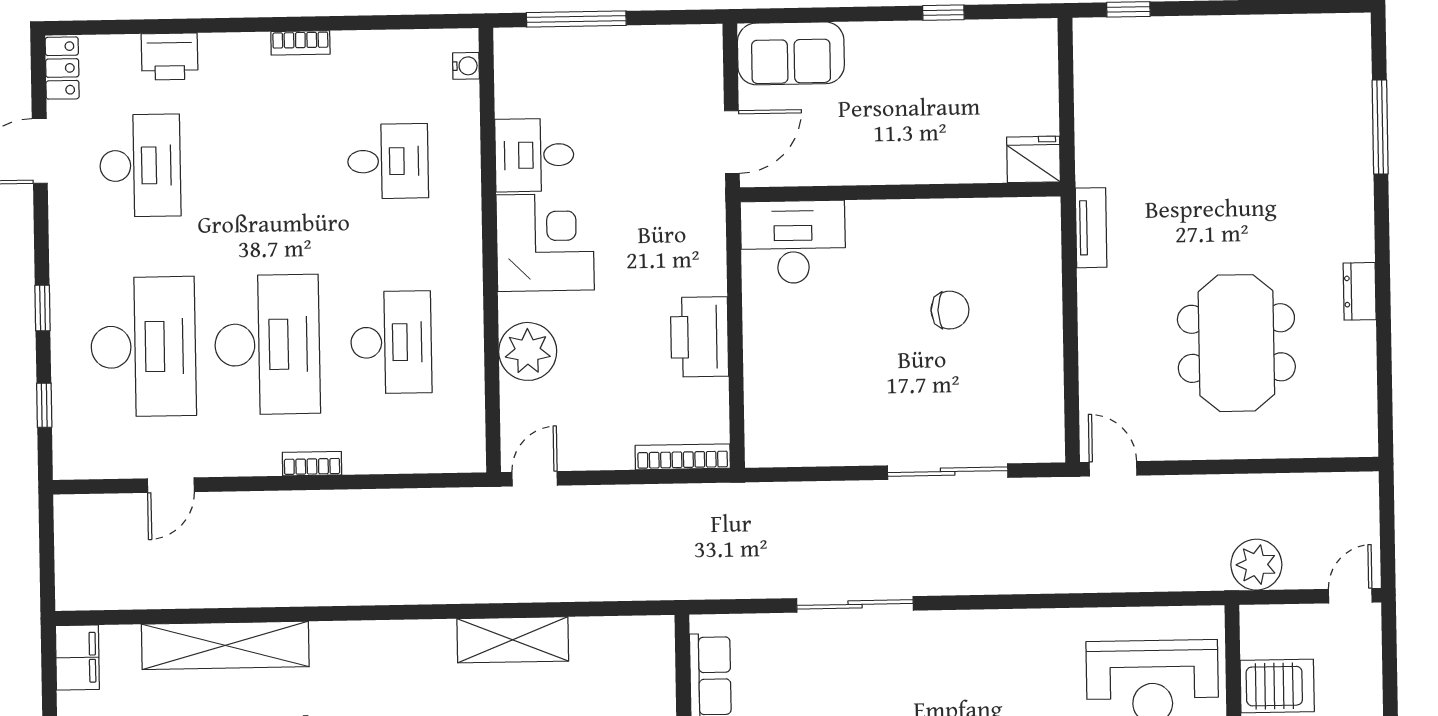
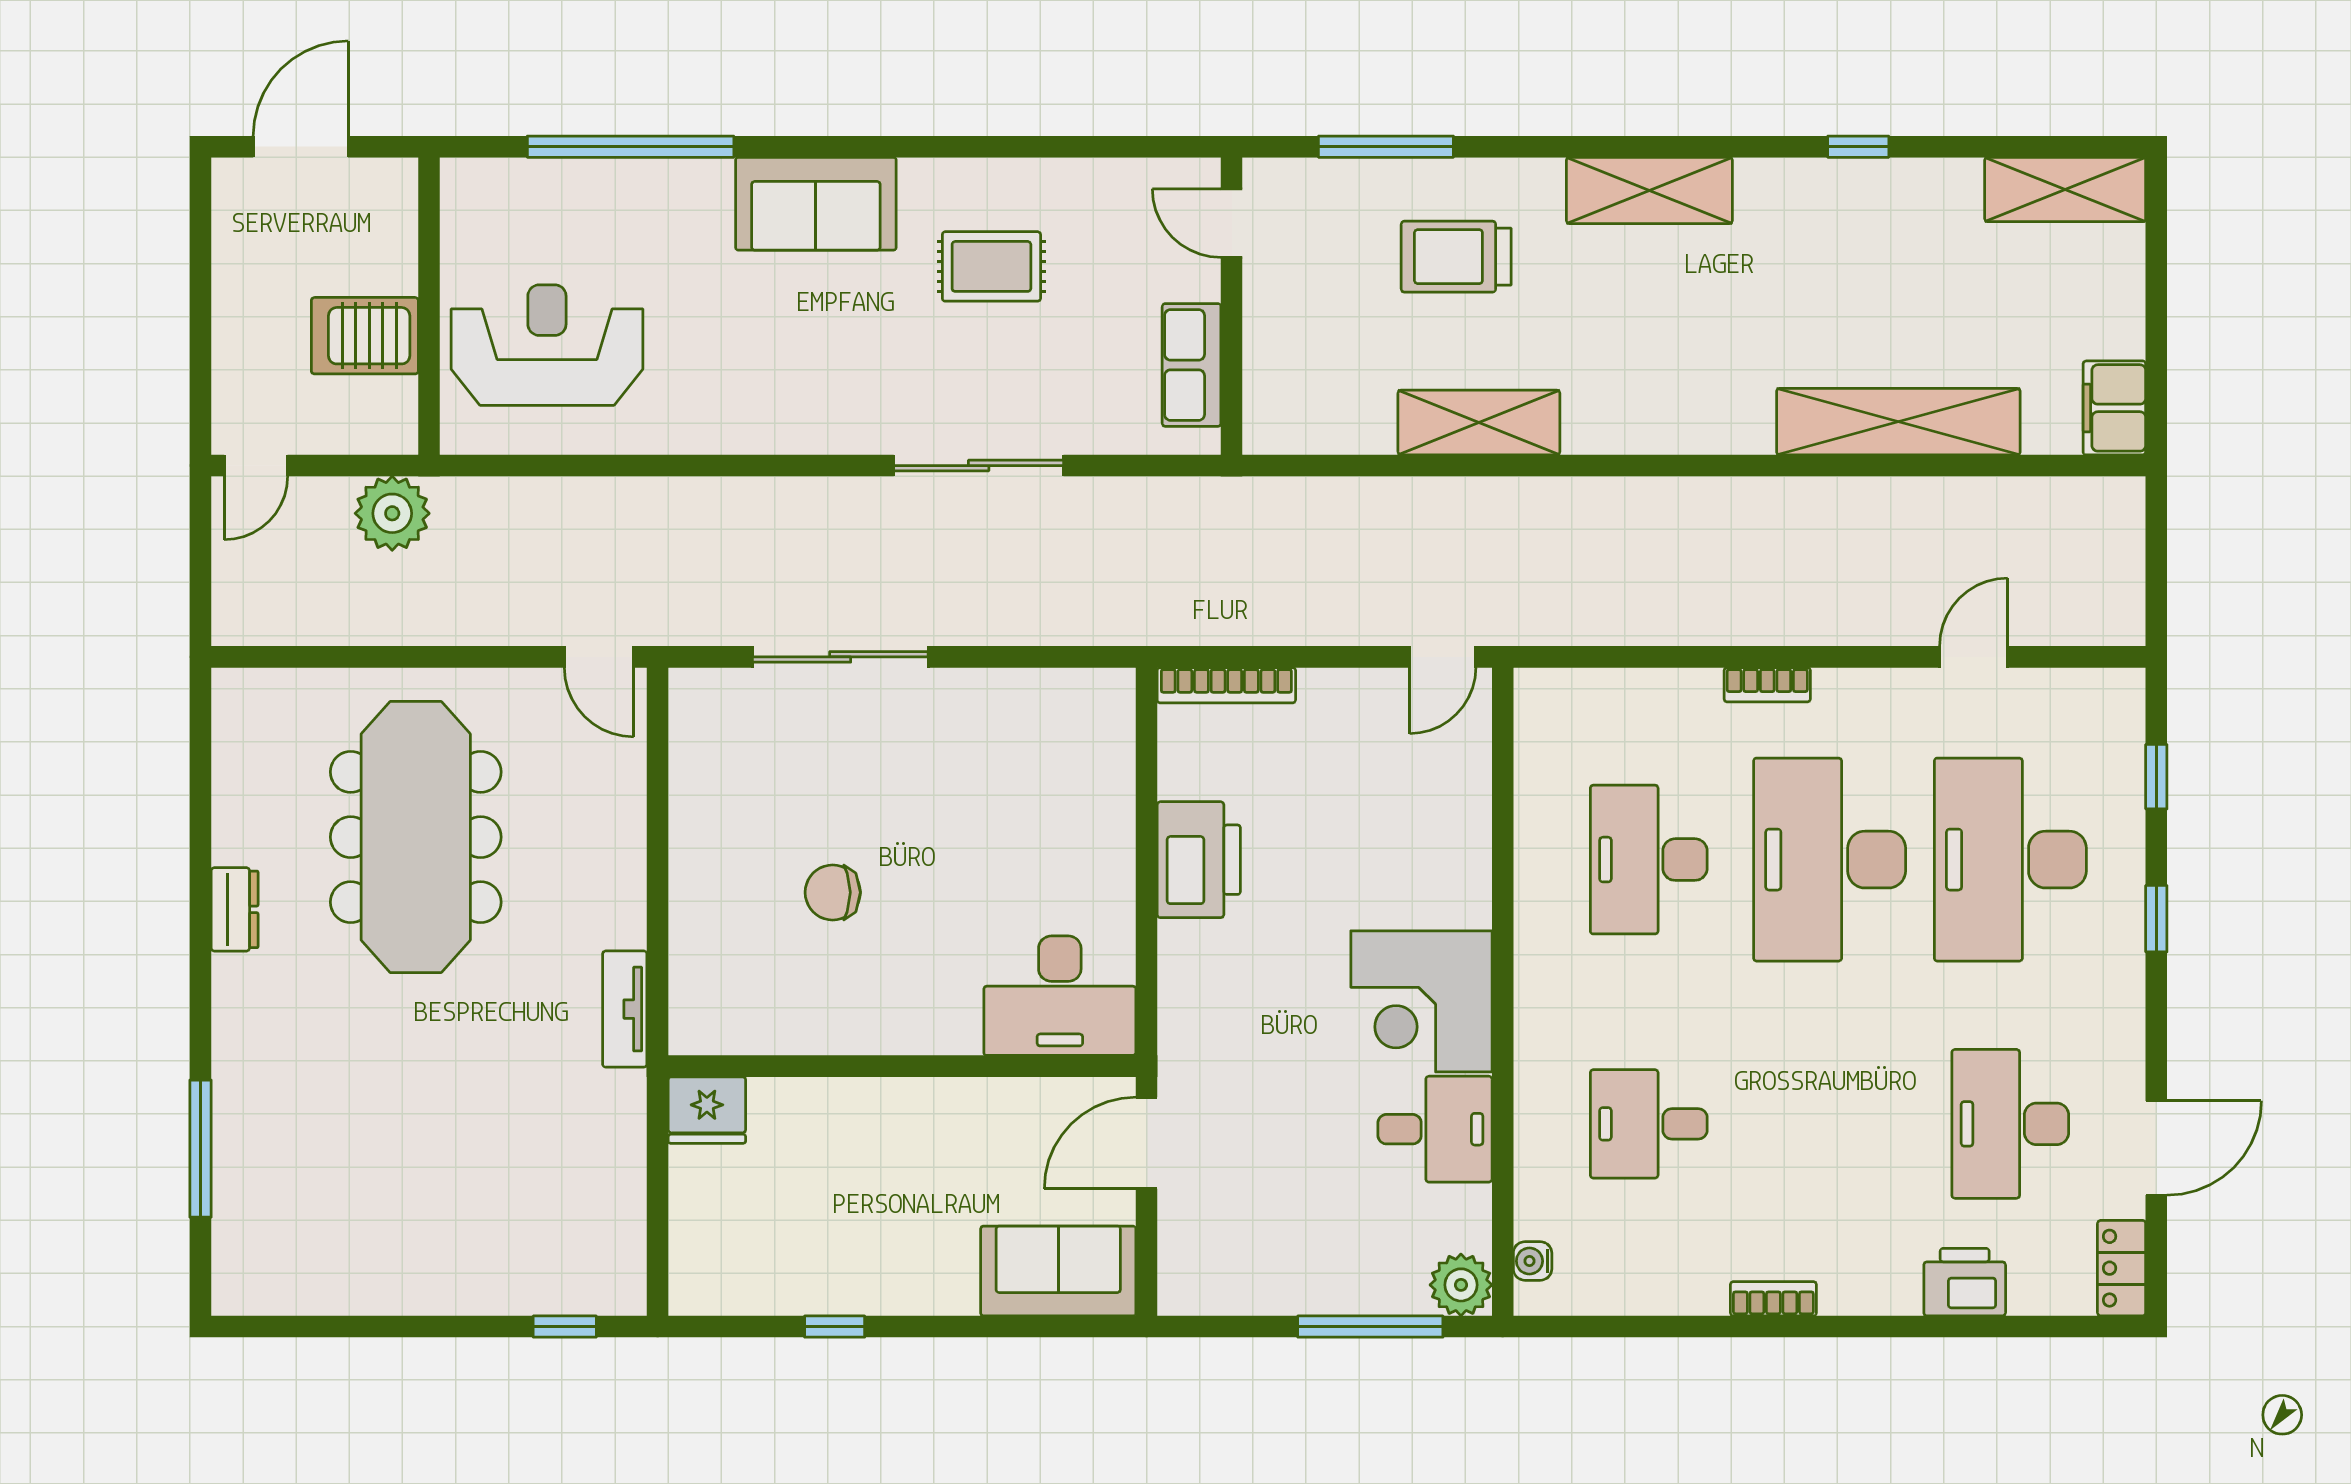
meeting table: (1236, 343) -> (416, 837), width x1.36
plant: (528, 351) -> (1461, 1285), moved, width x0.73, depth x0.73

